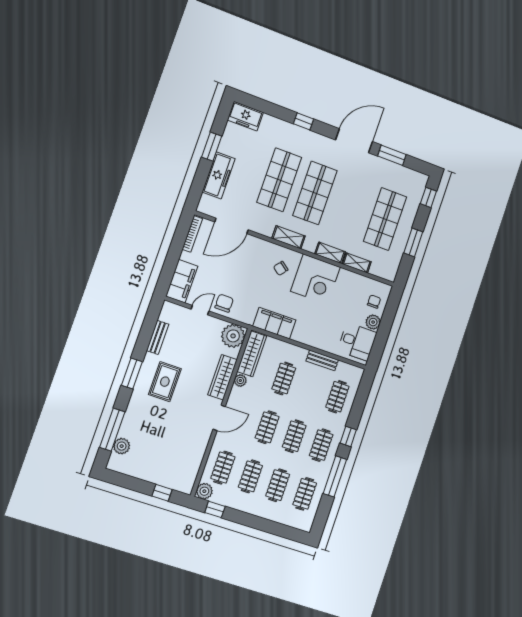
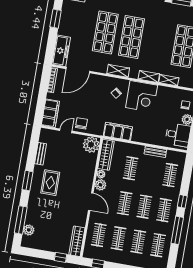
freezer: (219, 175) -> (61, 51), moved
wardrobe: (223, 377) -> (77, 241), moved
door: (219, 418) -> (91, 202), hinge flipped
plant: (204, 491) -> (101, 185), moved

